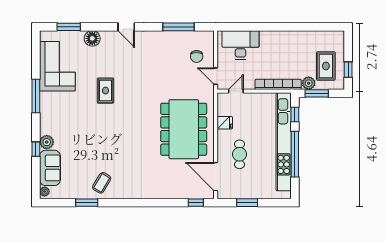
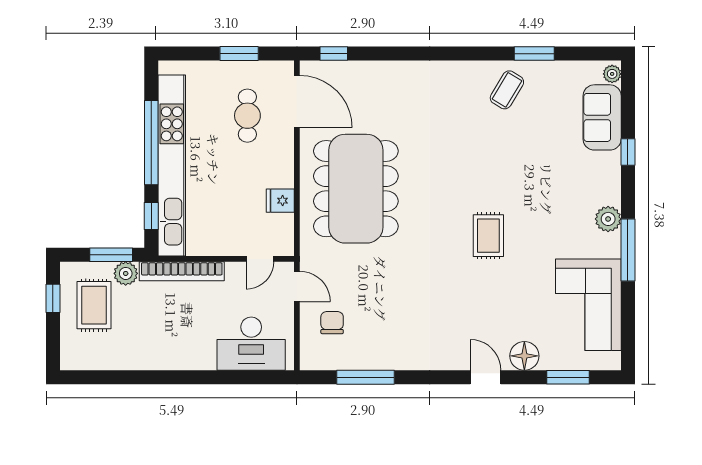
door: (126, 27) -> (486, 377), moved
rug: (105, 91) -> (488, 236), moved
plant: (47, 142) -> (608, 219), moved
cafe table: (240, 154) -> (247, 116), moved

